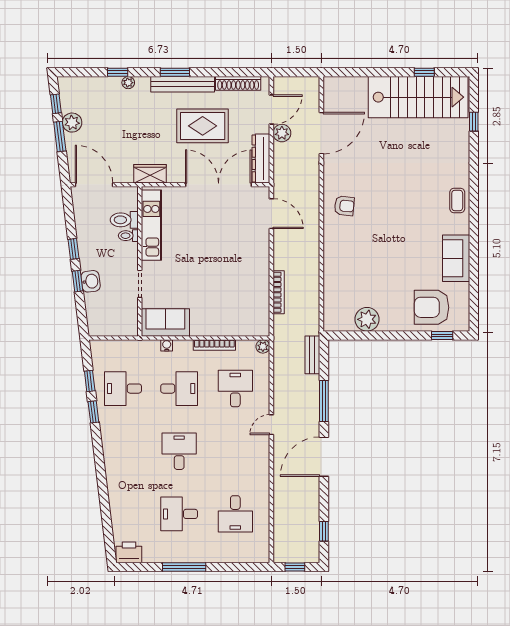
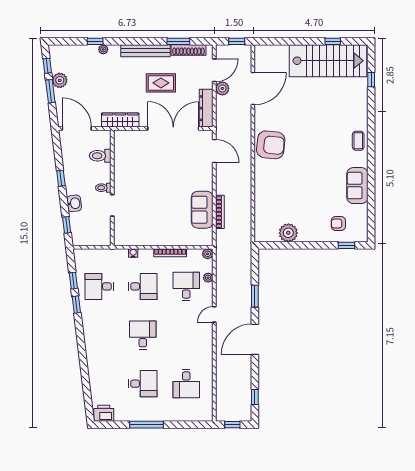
window: (175, 72) -> (178, 41), moved
window: (300, 72) -> (237, 41), added
rug: (203, 126) -> (161, 83), width x0.73, depth x0.70
wardrobe: (150, 174) -> (120, 120), width x1.50
armchair: (344, 206) -> (271, 145), width x1.88, depth x1.88
kitchen unit: (151, 225) -> (121, 160), removed
toilet: (128, 236) -> (103, 188), moved
window: (77, 281) -> (67, 225), moved
armchair: (432, 307) -> (338, 224), width x0.53, depth x0.53
sofa: (165, 322) -> (202, 210), moved, turned -90
bench: (312, 355) -> (246, 260), removed
plant: (263, 377) -> (208, 278), added
window: (324, 401) -> (255, 296), width x0.69
desk: (179, 514) -> (143, 384), turned 180

